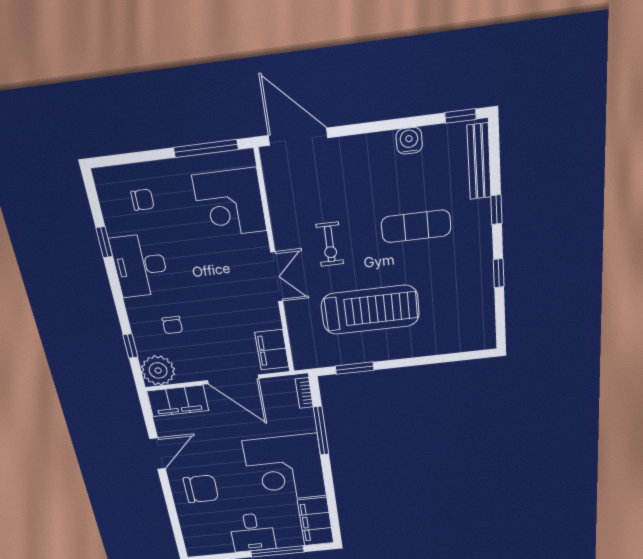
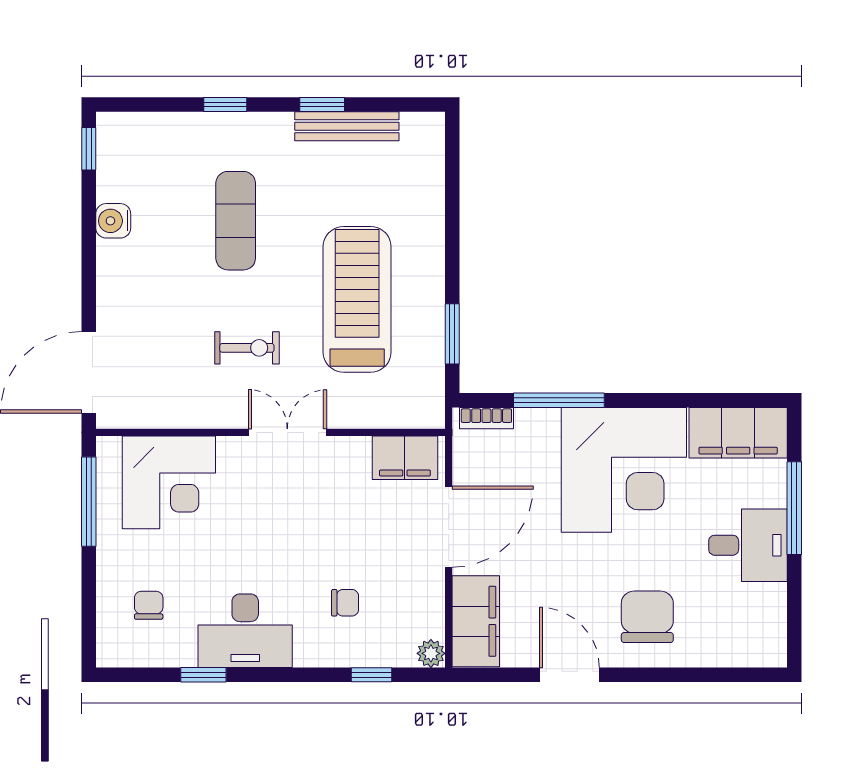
bench: (479, 162) -> (347, 126), moved
plant: (158, 370) -> (431, 653), width x0.53, depth x0.53

